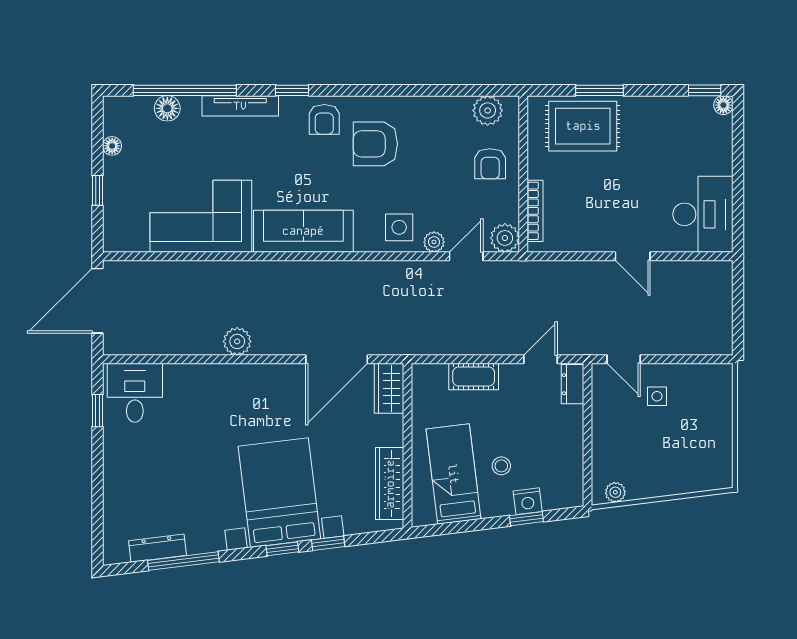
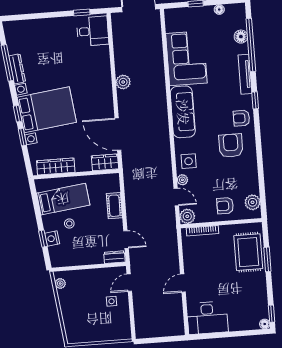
dresser: (157, 548) -> (17, 69), moved

